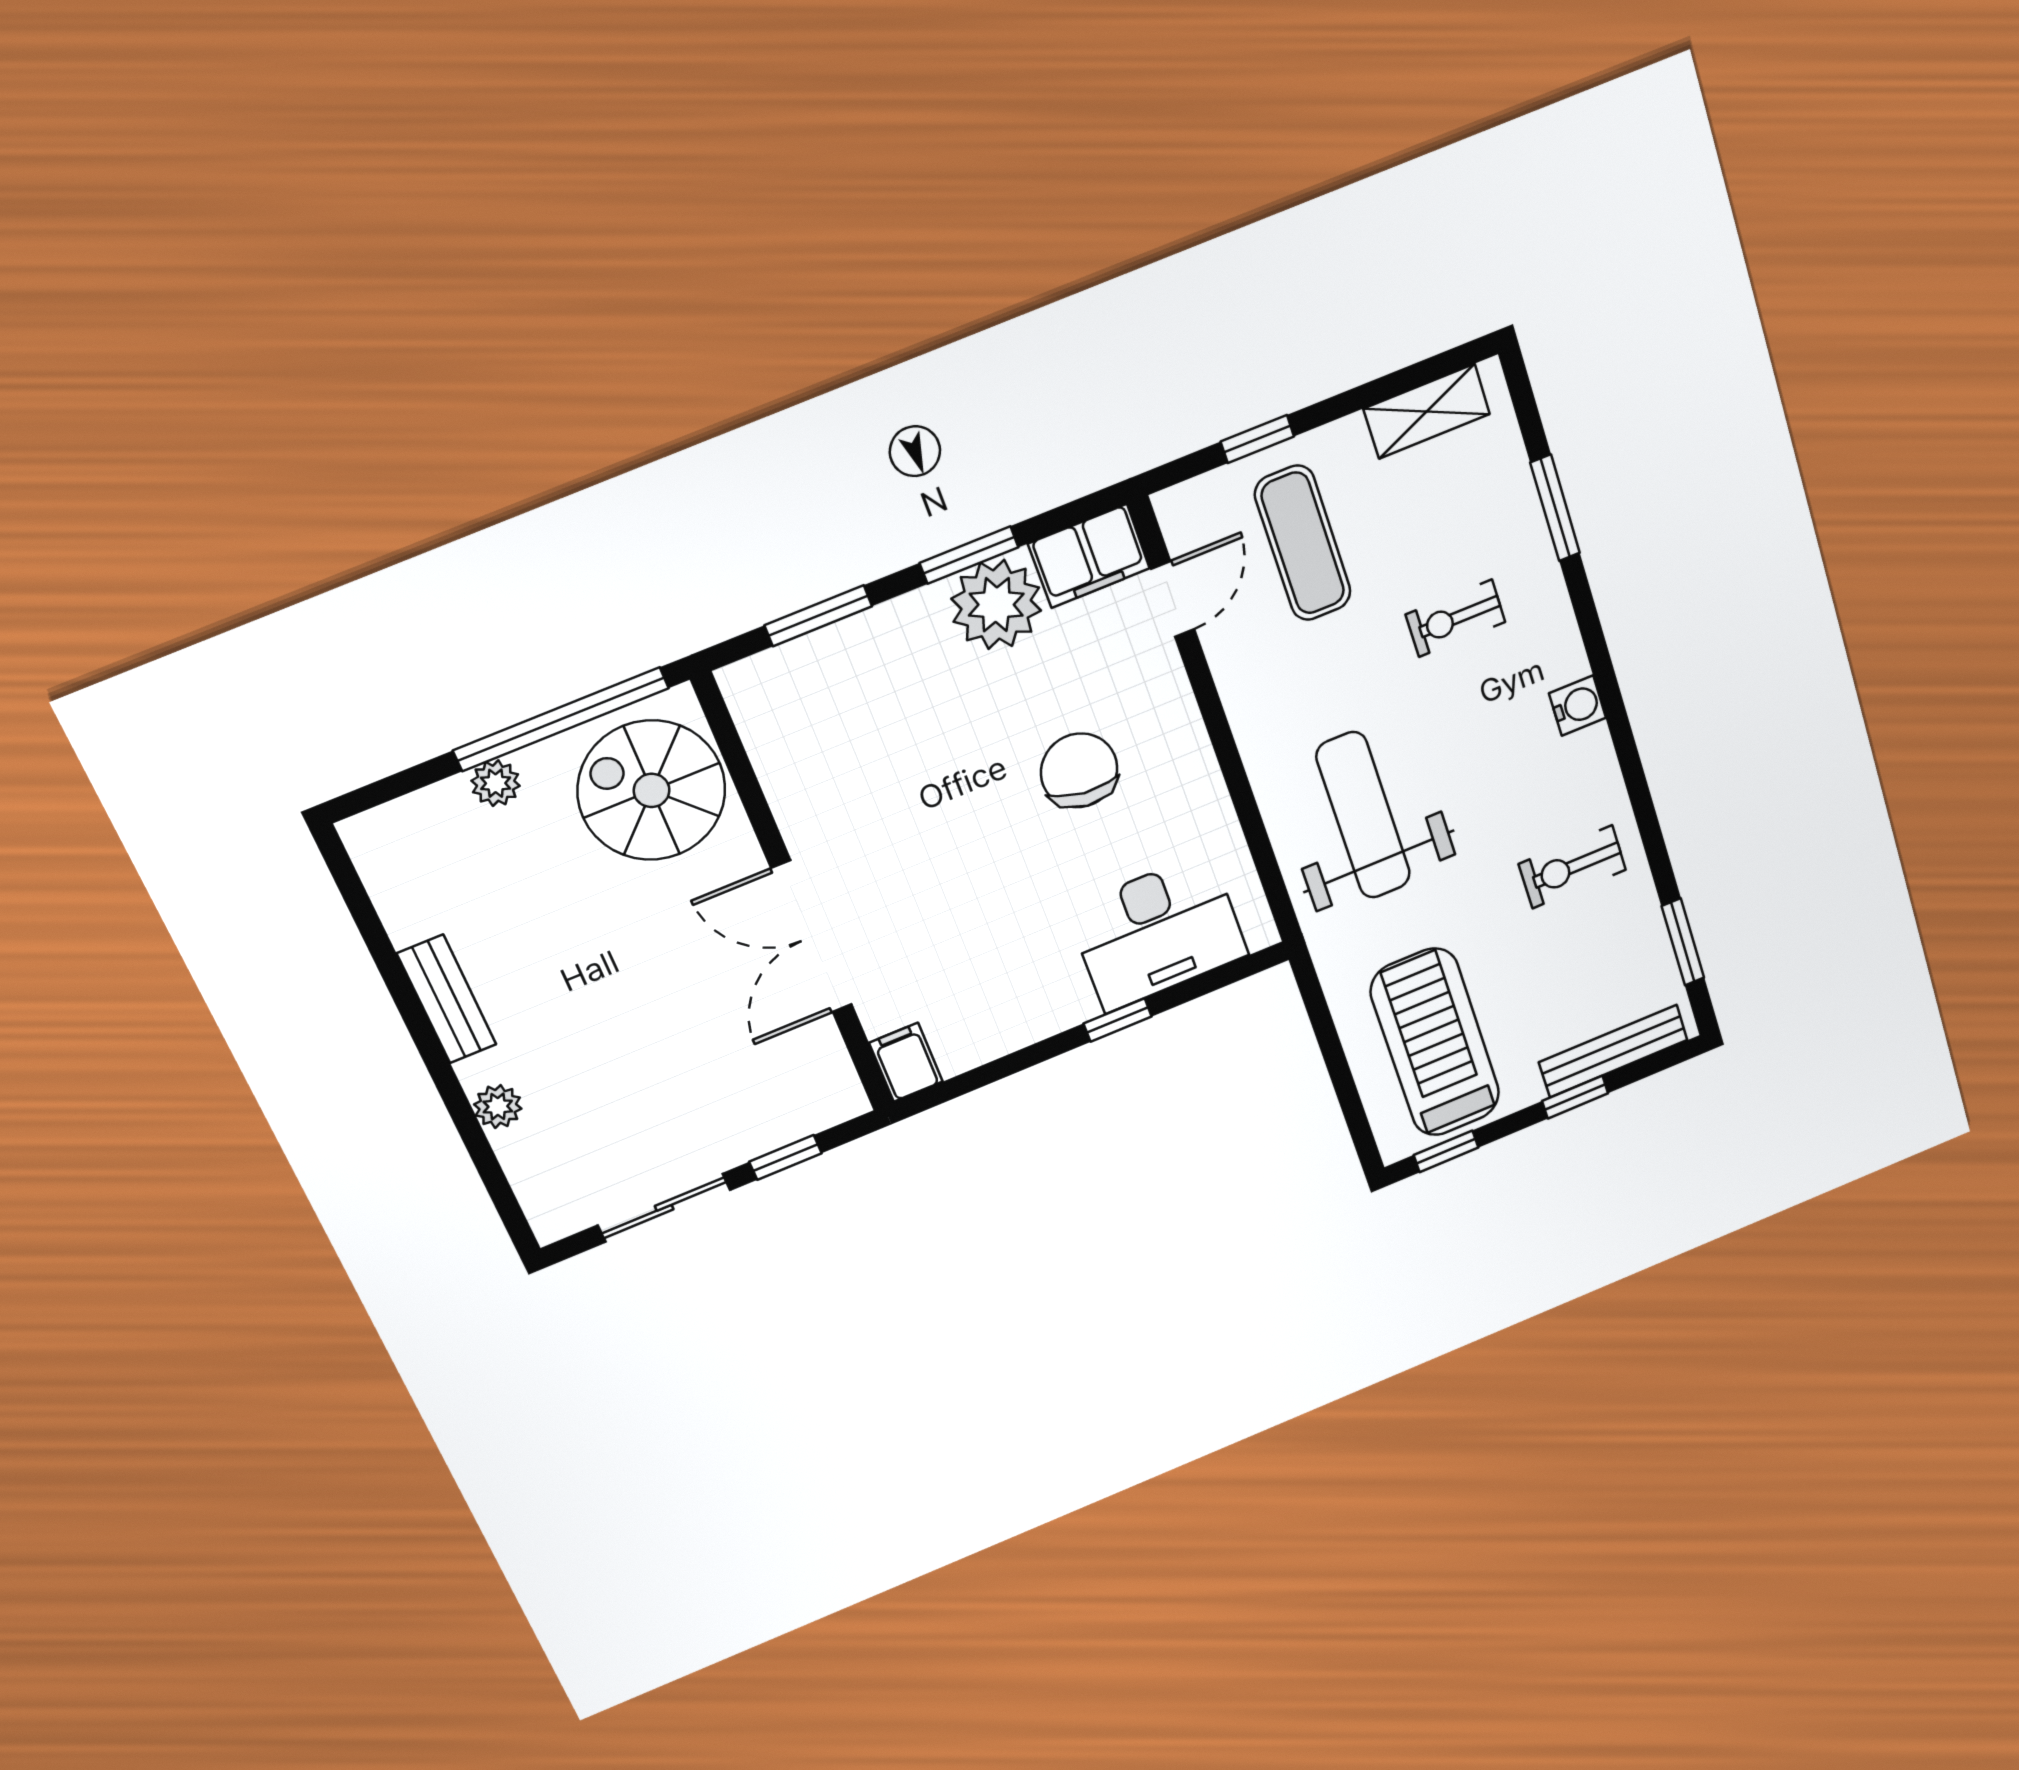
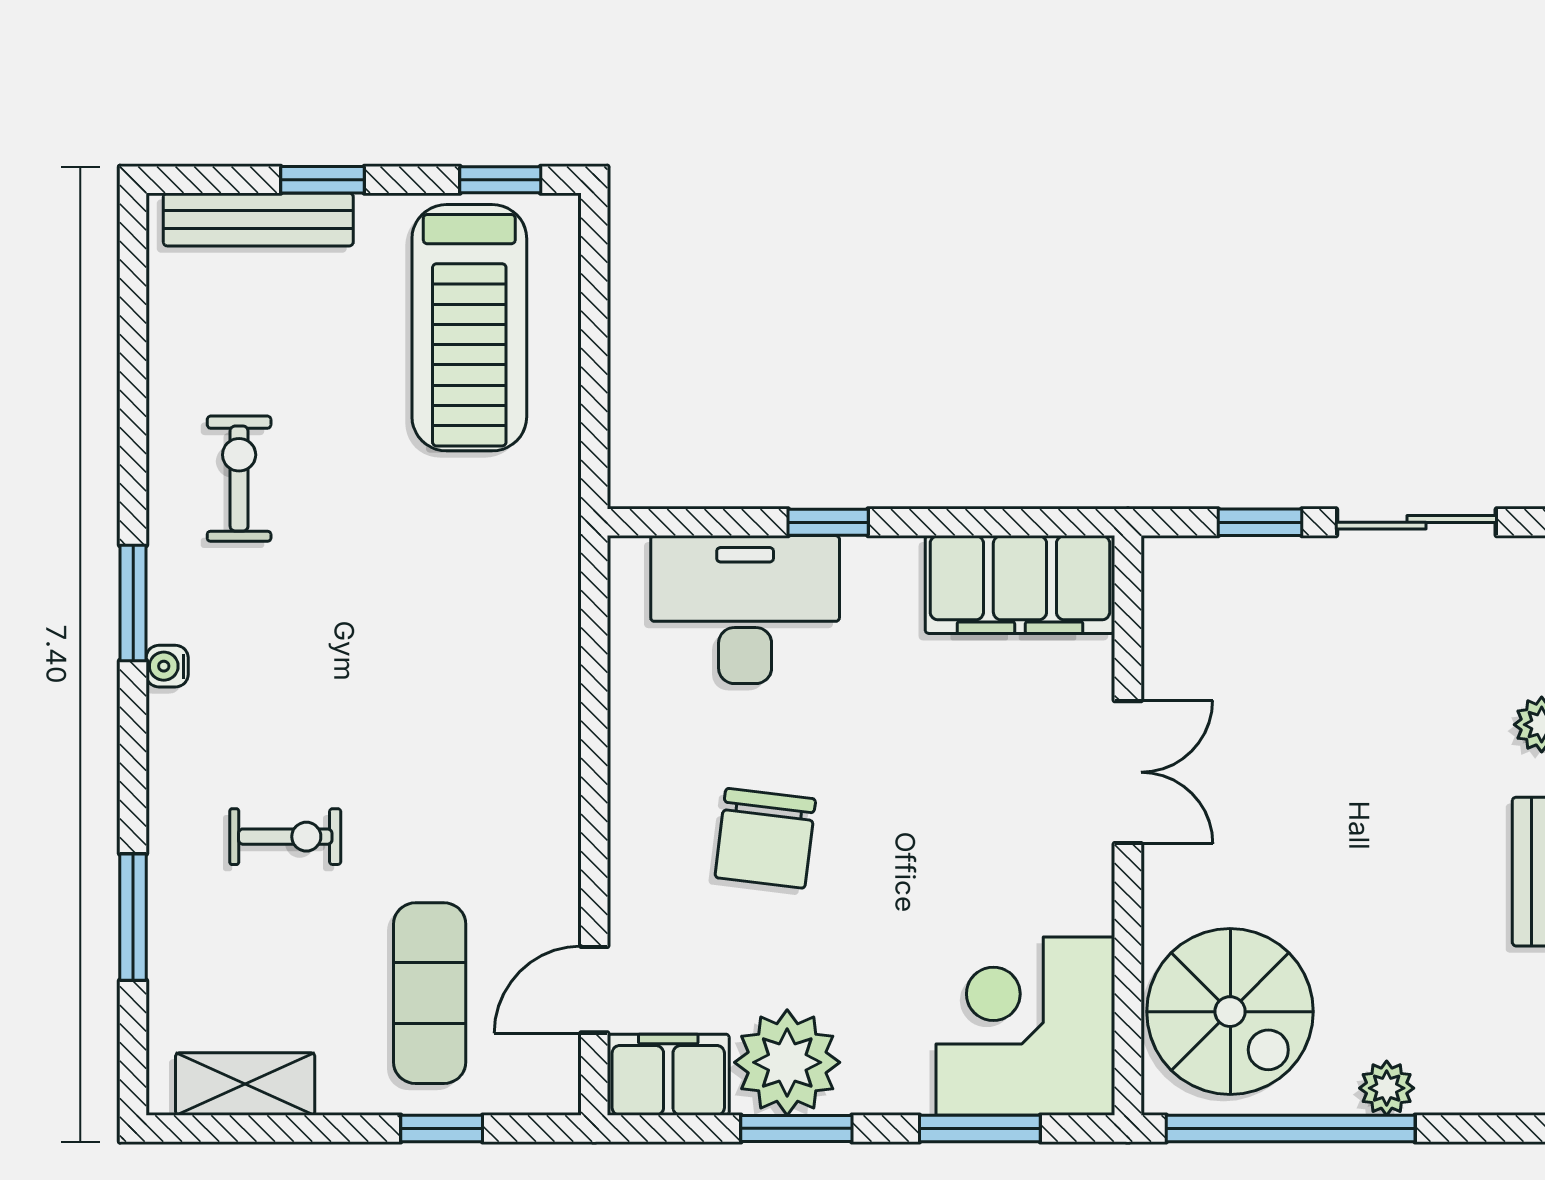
water cooler: (1577, 706) -> (167, 666), width x0.72, depth x0.72
corner desk: (814, 712) -> (1025, 1026), added
weight bench: (1363, 815) -> (464, 648), removed
exercise bike: (1572, 867) -> (239, 479), turned -90
double door: (812, 937) -> (1128, 772), width x0.73
window: (1683, 942) -> (133, 603), moved
filing cabinet: (906, 1062) -> (1020, 585), width x3.00, depth x1.17

